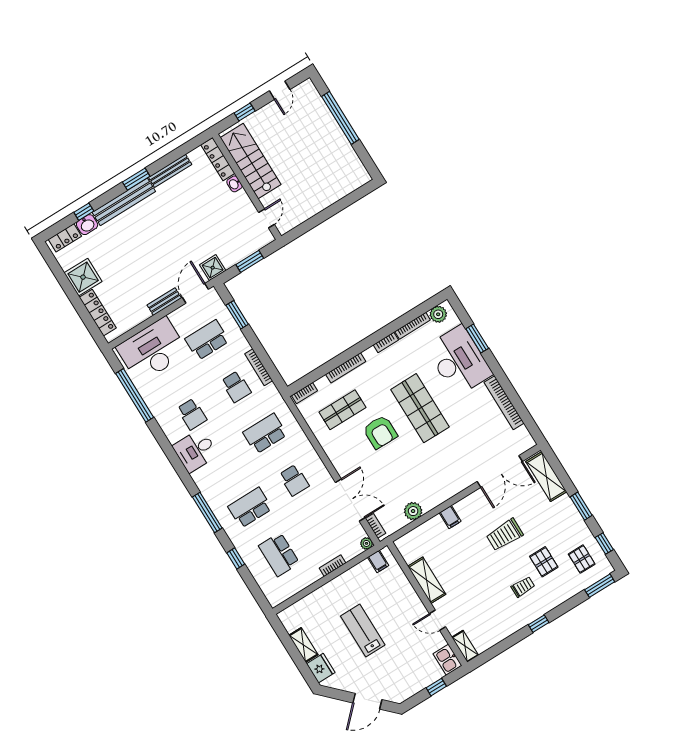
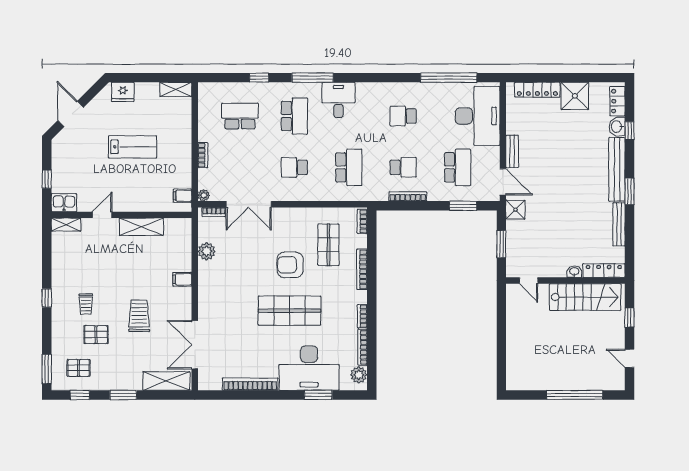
school desk: (236, 387) -> (403, 167), turned 180
desk: (195, 451) -> (338, 100), moved
shelving: (303, 645) -> (176, 89), moved

